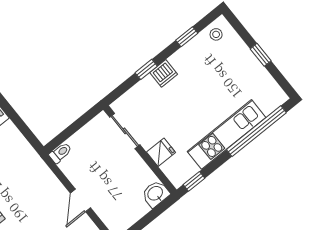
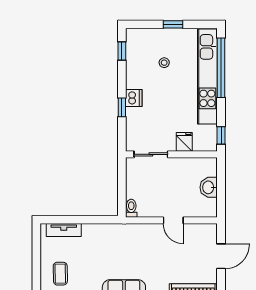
stool: (216, 34) -> (164, 63), moved
window: (187, 37) -> (122, 51), moved
kitchen unit: (227, 134) -> (207, 76), width x1.36
washbasin: (156, 194) -> (209, 187), moved

